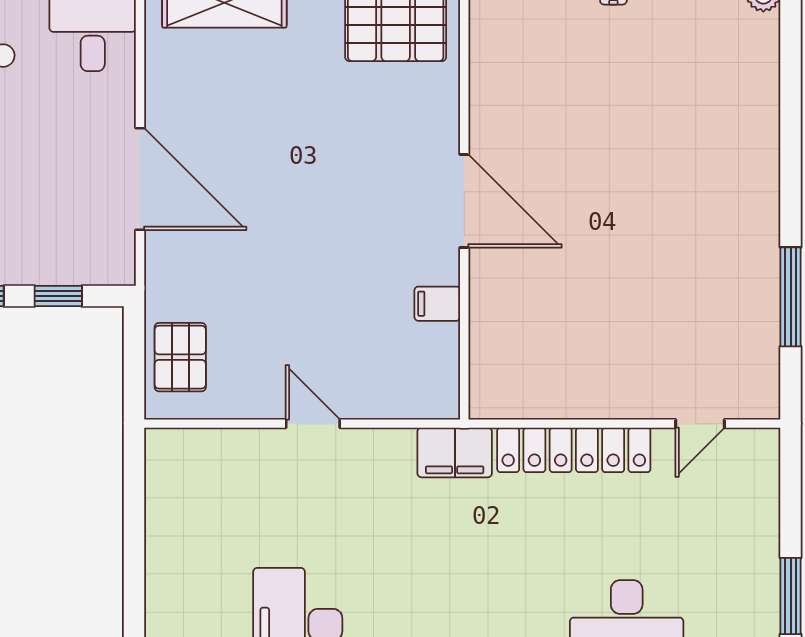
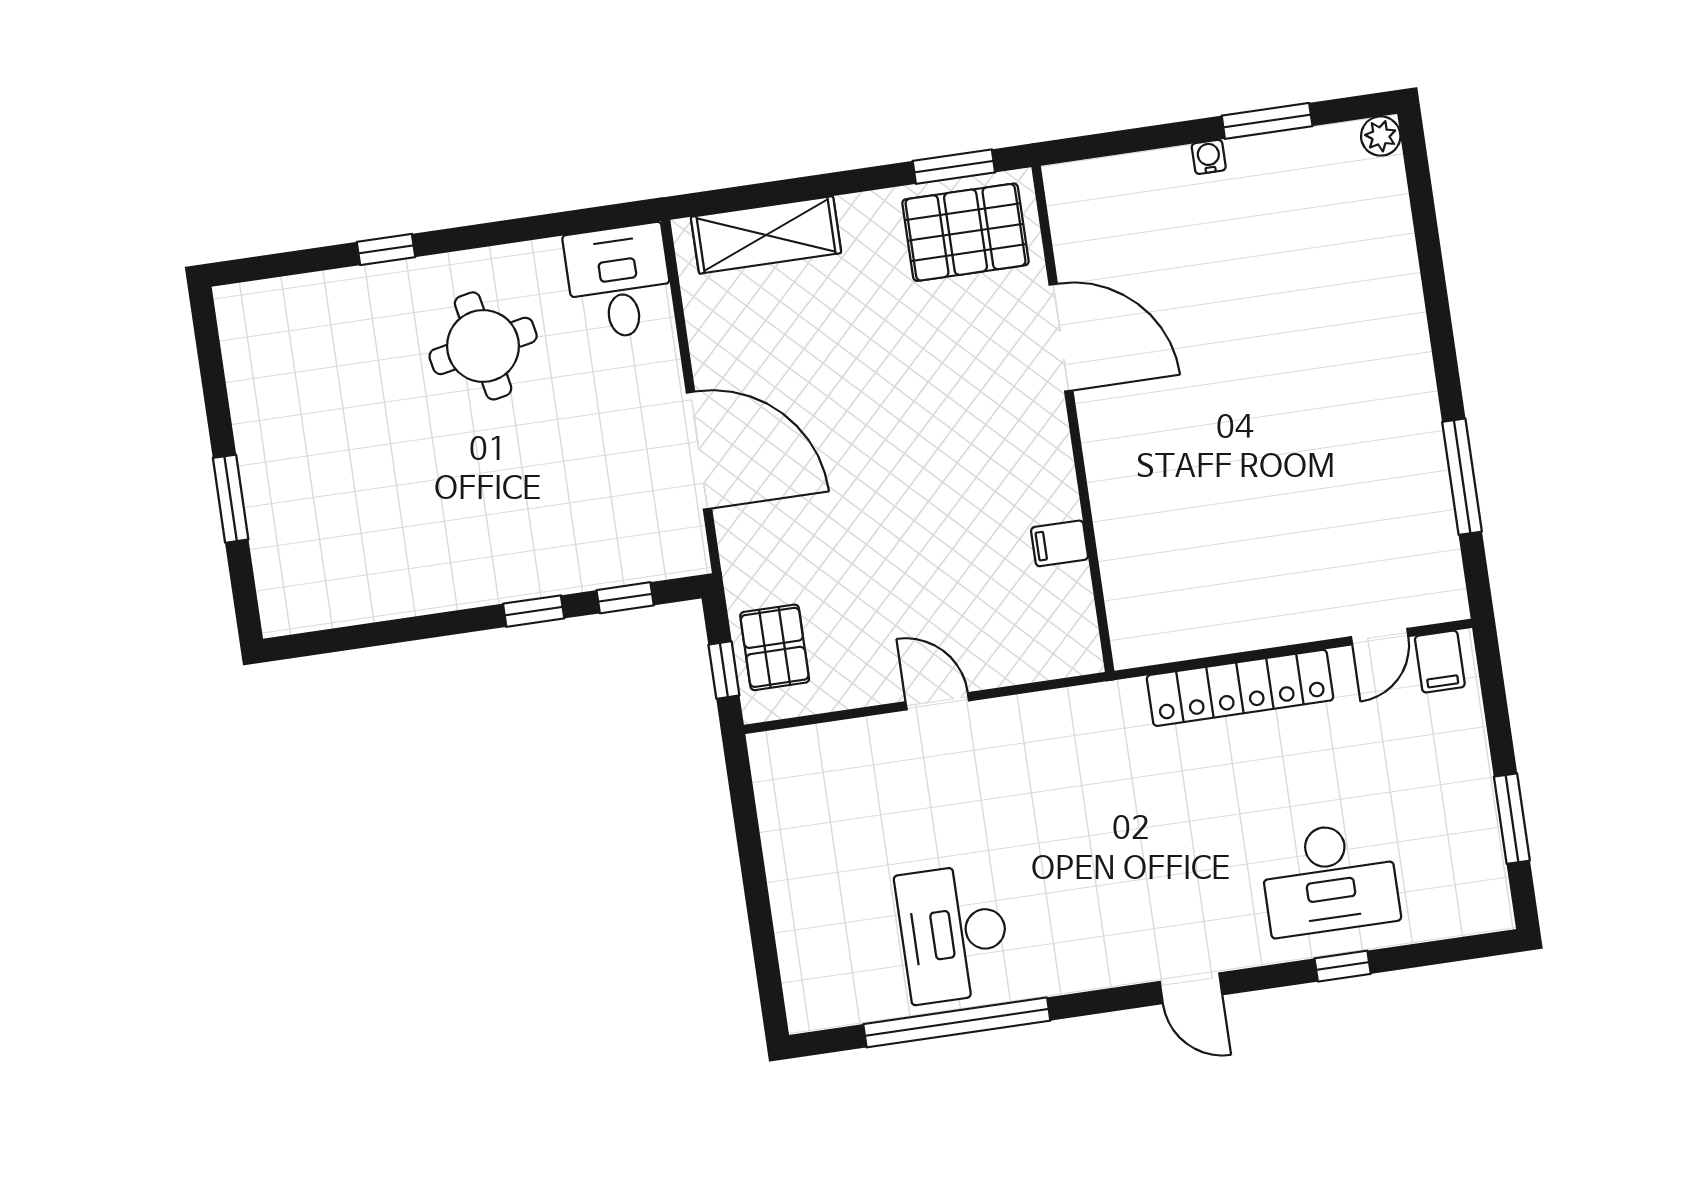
door: (464, 201) -> (1061, 338), moved
window: (134, 370) -> (724, 670), added
filing cabinet: (455, 452) -> (1440, 662), moved, width x0.50

